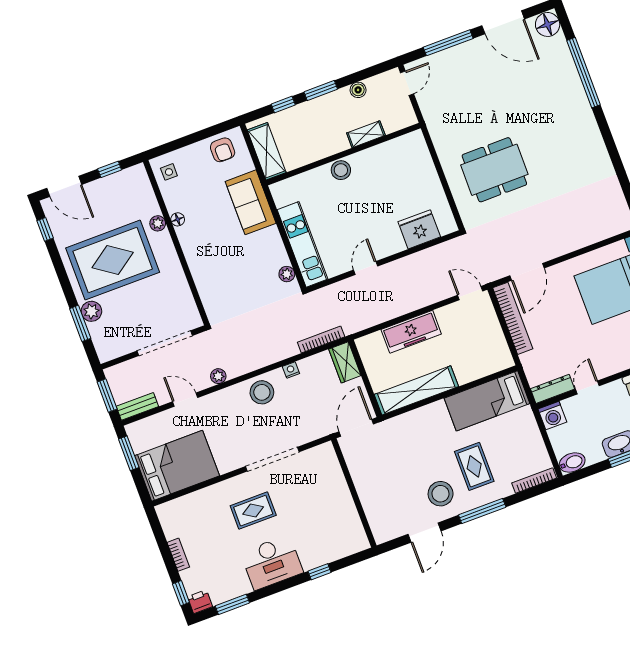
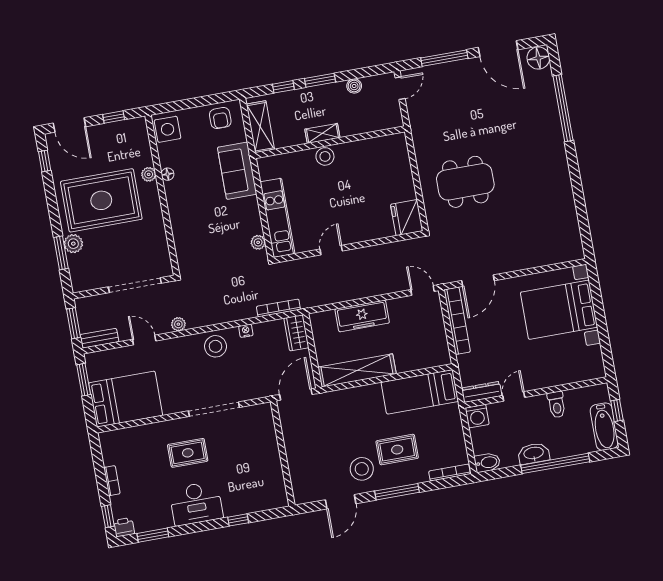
shelving: (366, 134) -> (322, 133), moved
side table: (169, 172) -> (168, 129), width x1.87, depth x1.87
fridge: (419, 229) -> (407, 218), moved, turned -90
rug: (474, 466) -> (397, 450), turned 90

